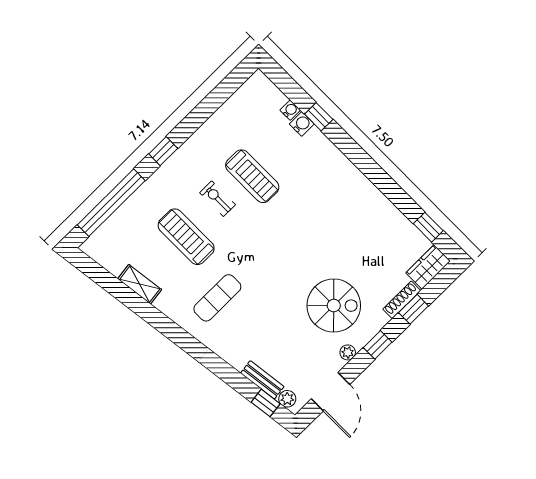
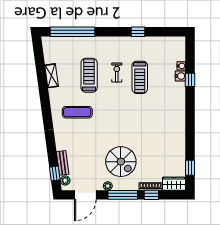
window: (163, 151) -> (138, 32), moved
window: (378, 345) -> (123, 195), width x2.17

